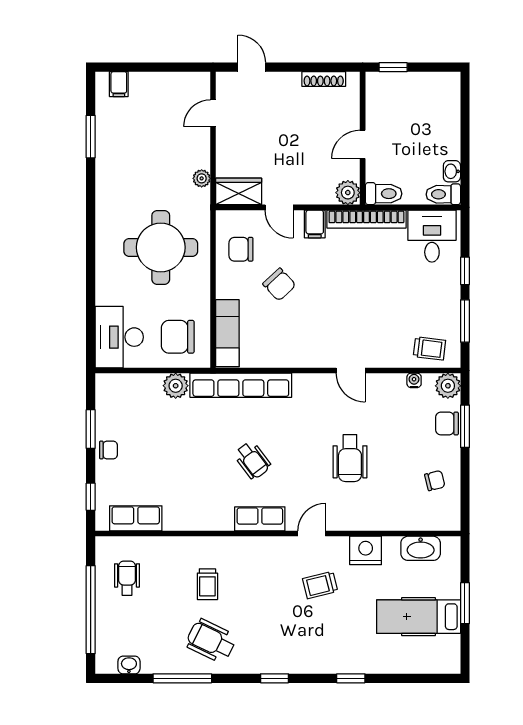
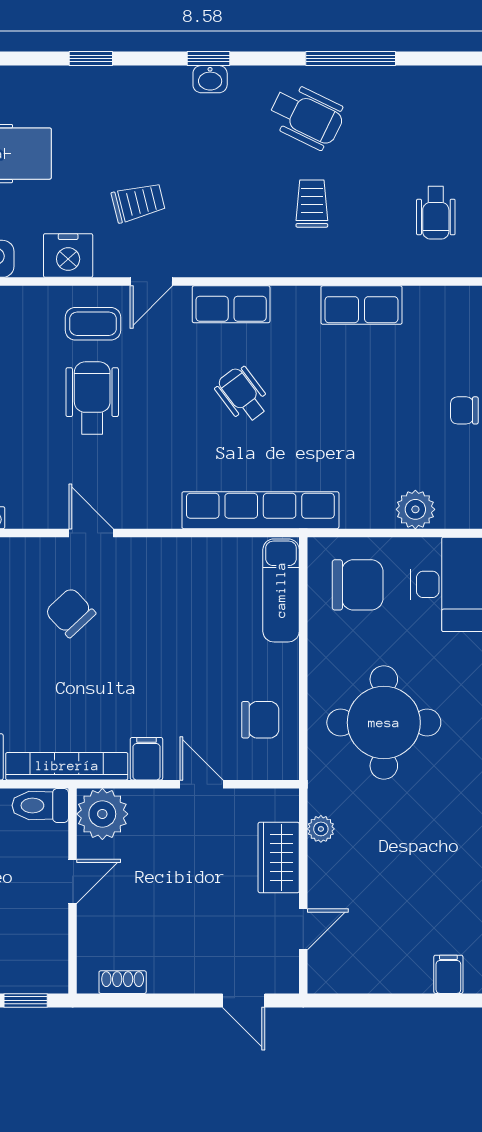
shoe rack: (324, 79) -> (123, 982), width x0.70
wardrobe: (239, 191) -> (279, 857), moved, turned 90
plant: (348, 193) -> (102, 814), width x1.36, depth x1.36
chair: (279, 284) -> (70, 612), moved
plant: (176, 386) -> (415, 509), moved
coffee table: (349, 506) -> (93, 324), added
row of seats: (136, 518) -> (361, 305), moved
washbasin: (129, 665) -> (210, 79), moved

